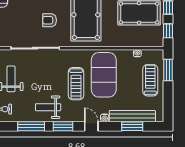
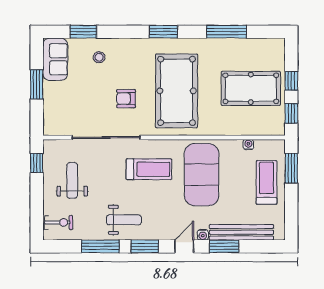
treadmill: (76, 84) -> (149, 169), moved, turned -90
weight bench: (48, 107) -> (124, 220), turned 180
door: (91, 126) -> (184, 246), hinge flipped
window: (132, 126) -> (224, 246), moved

